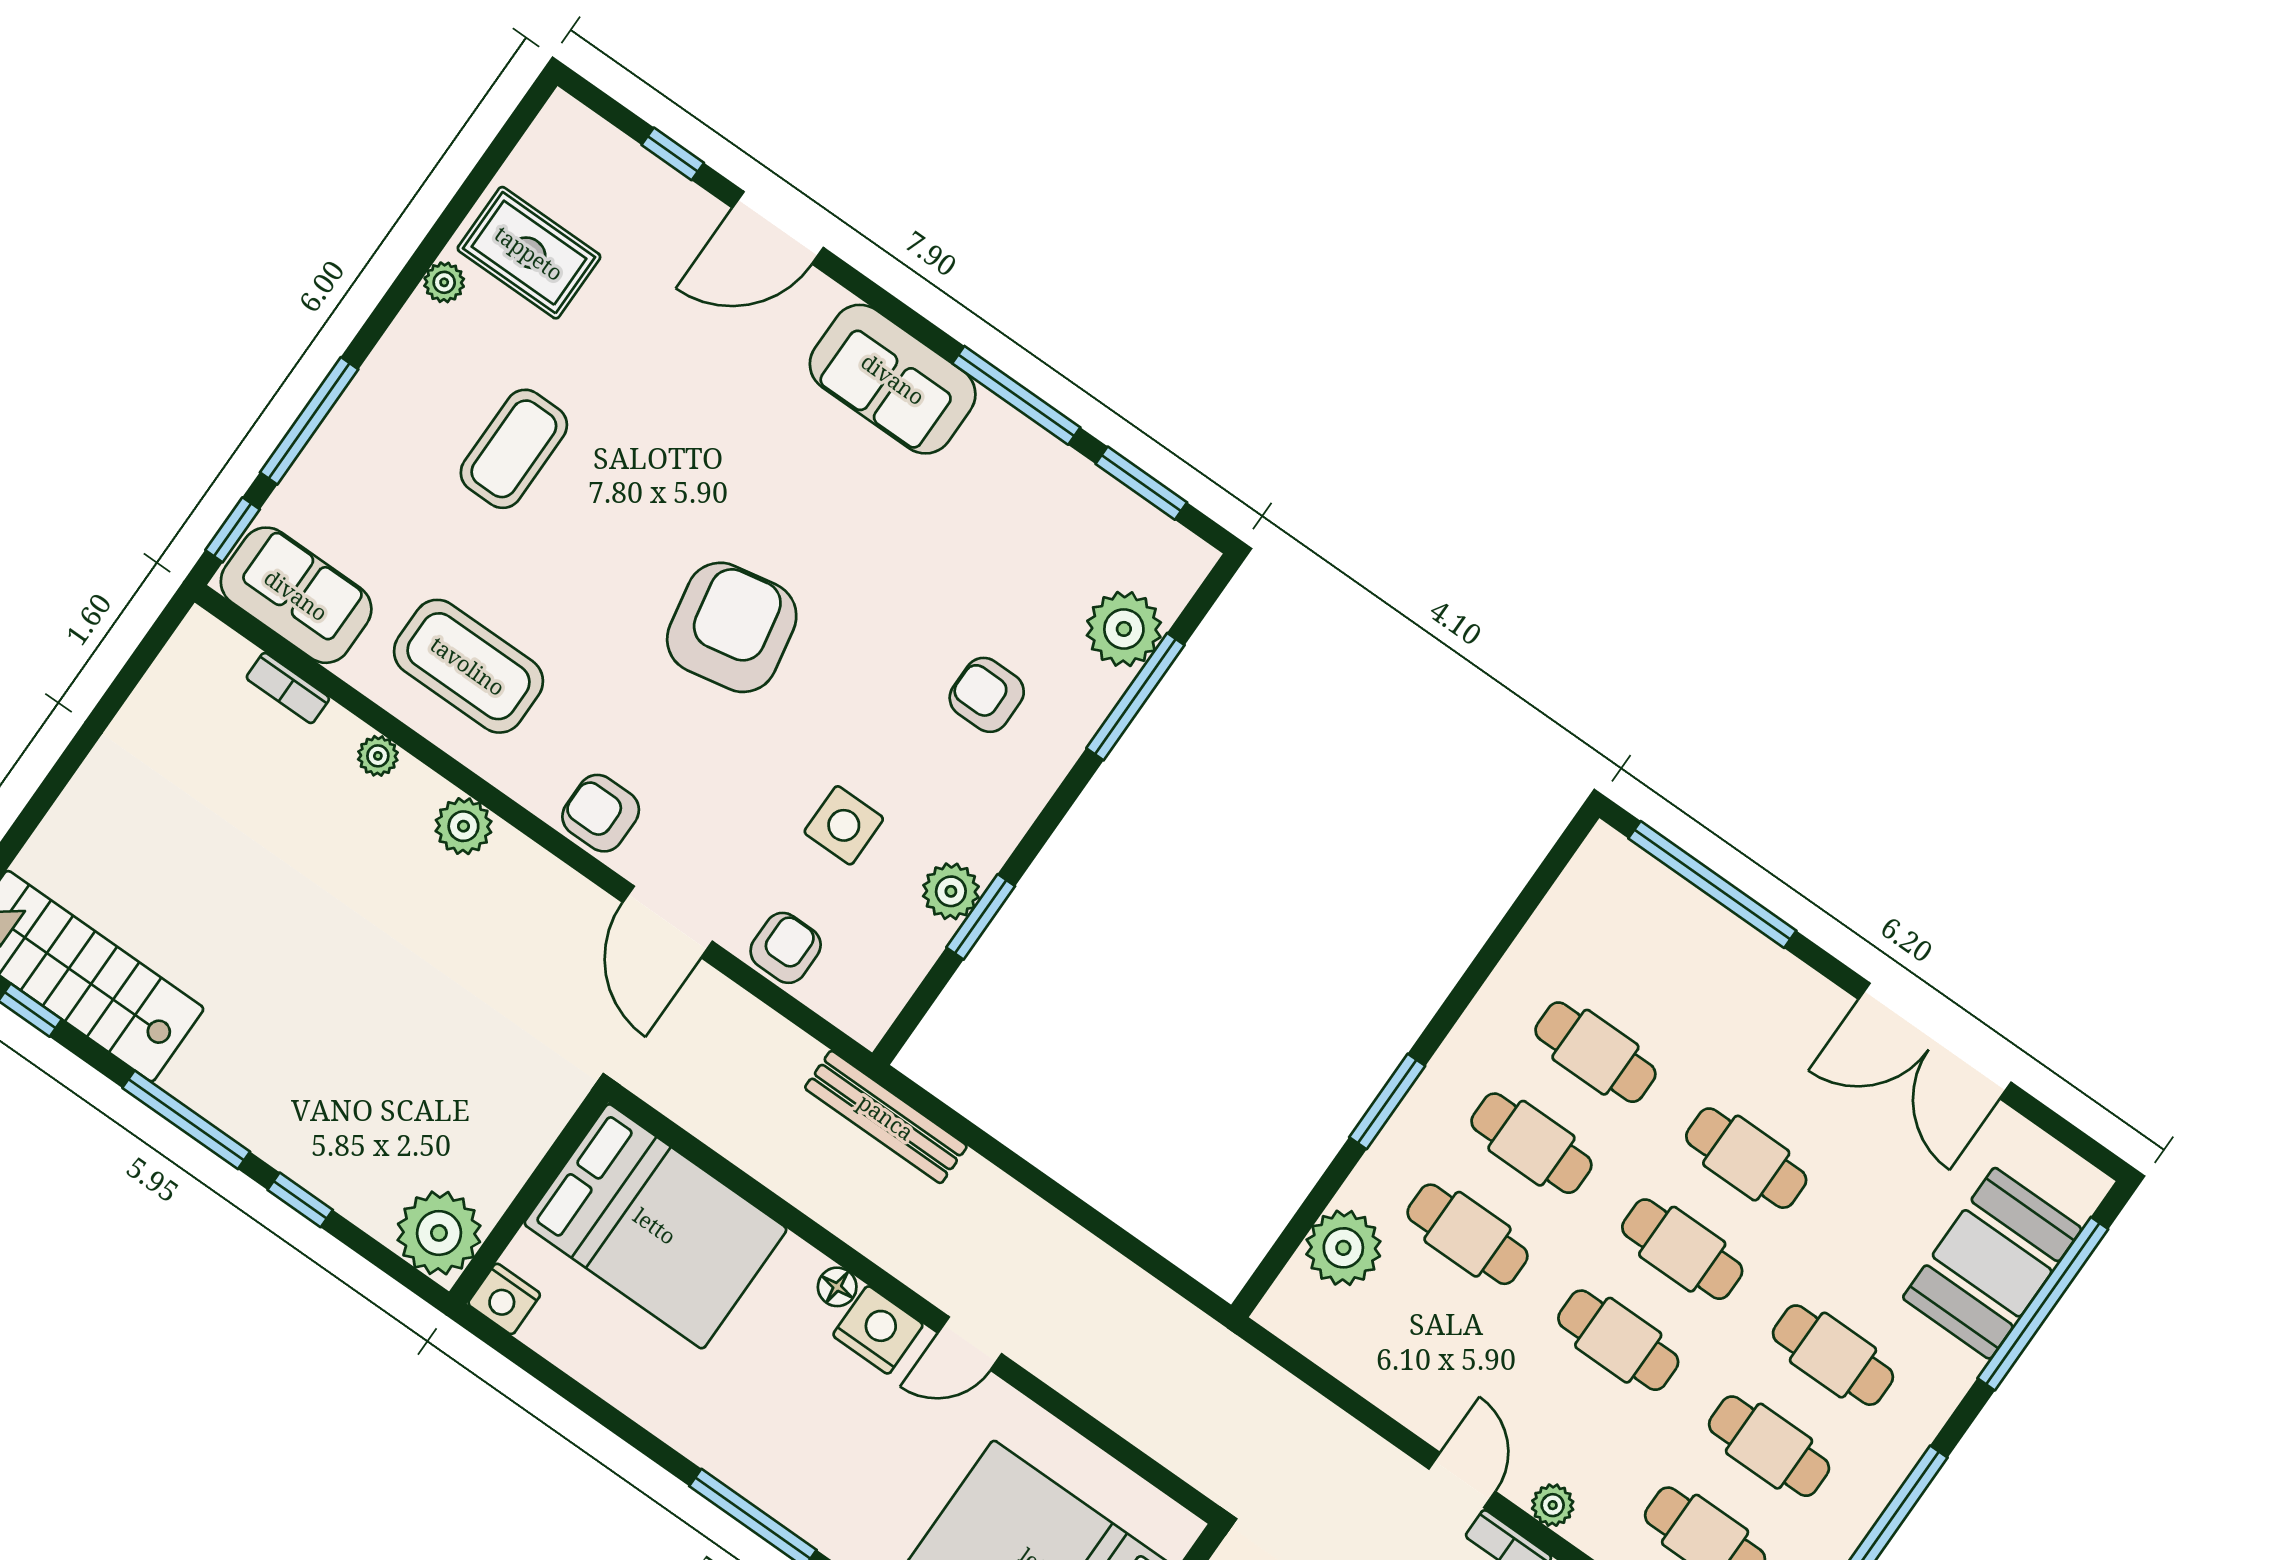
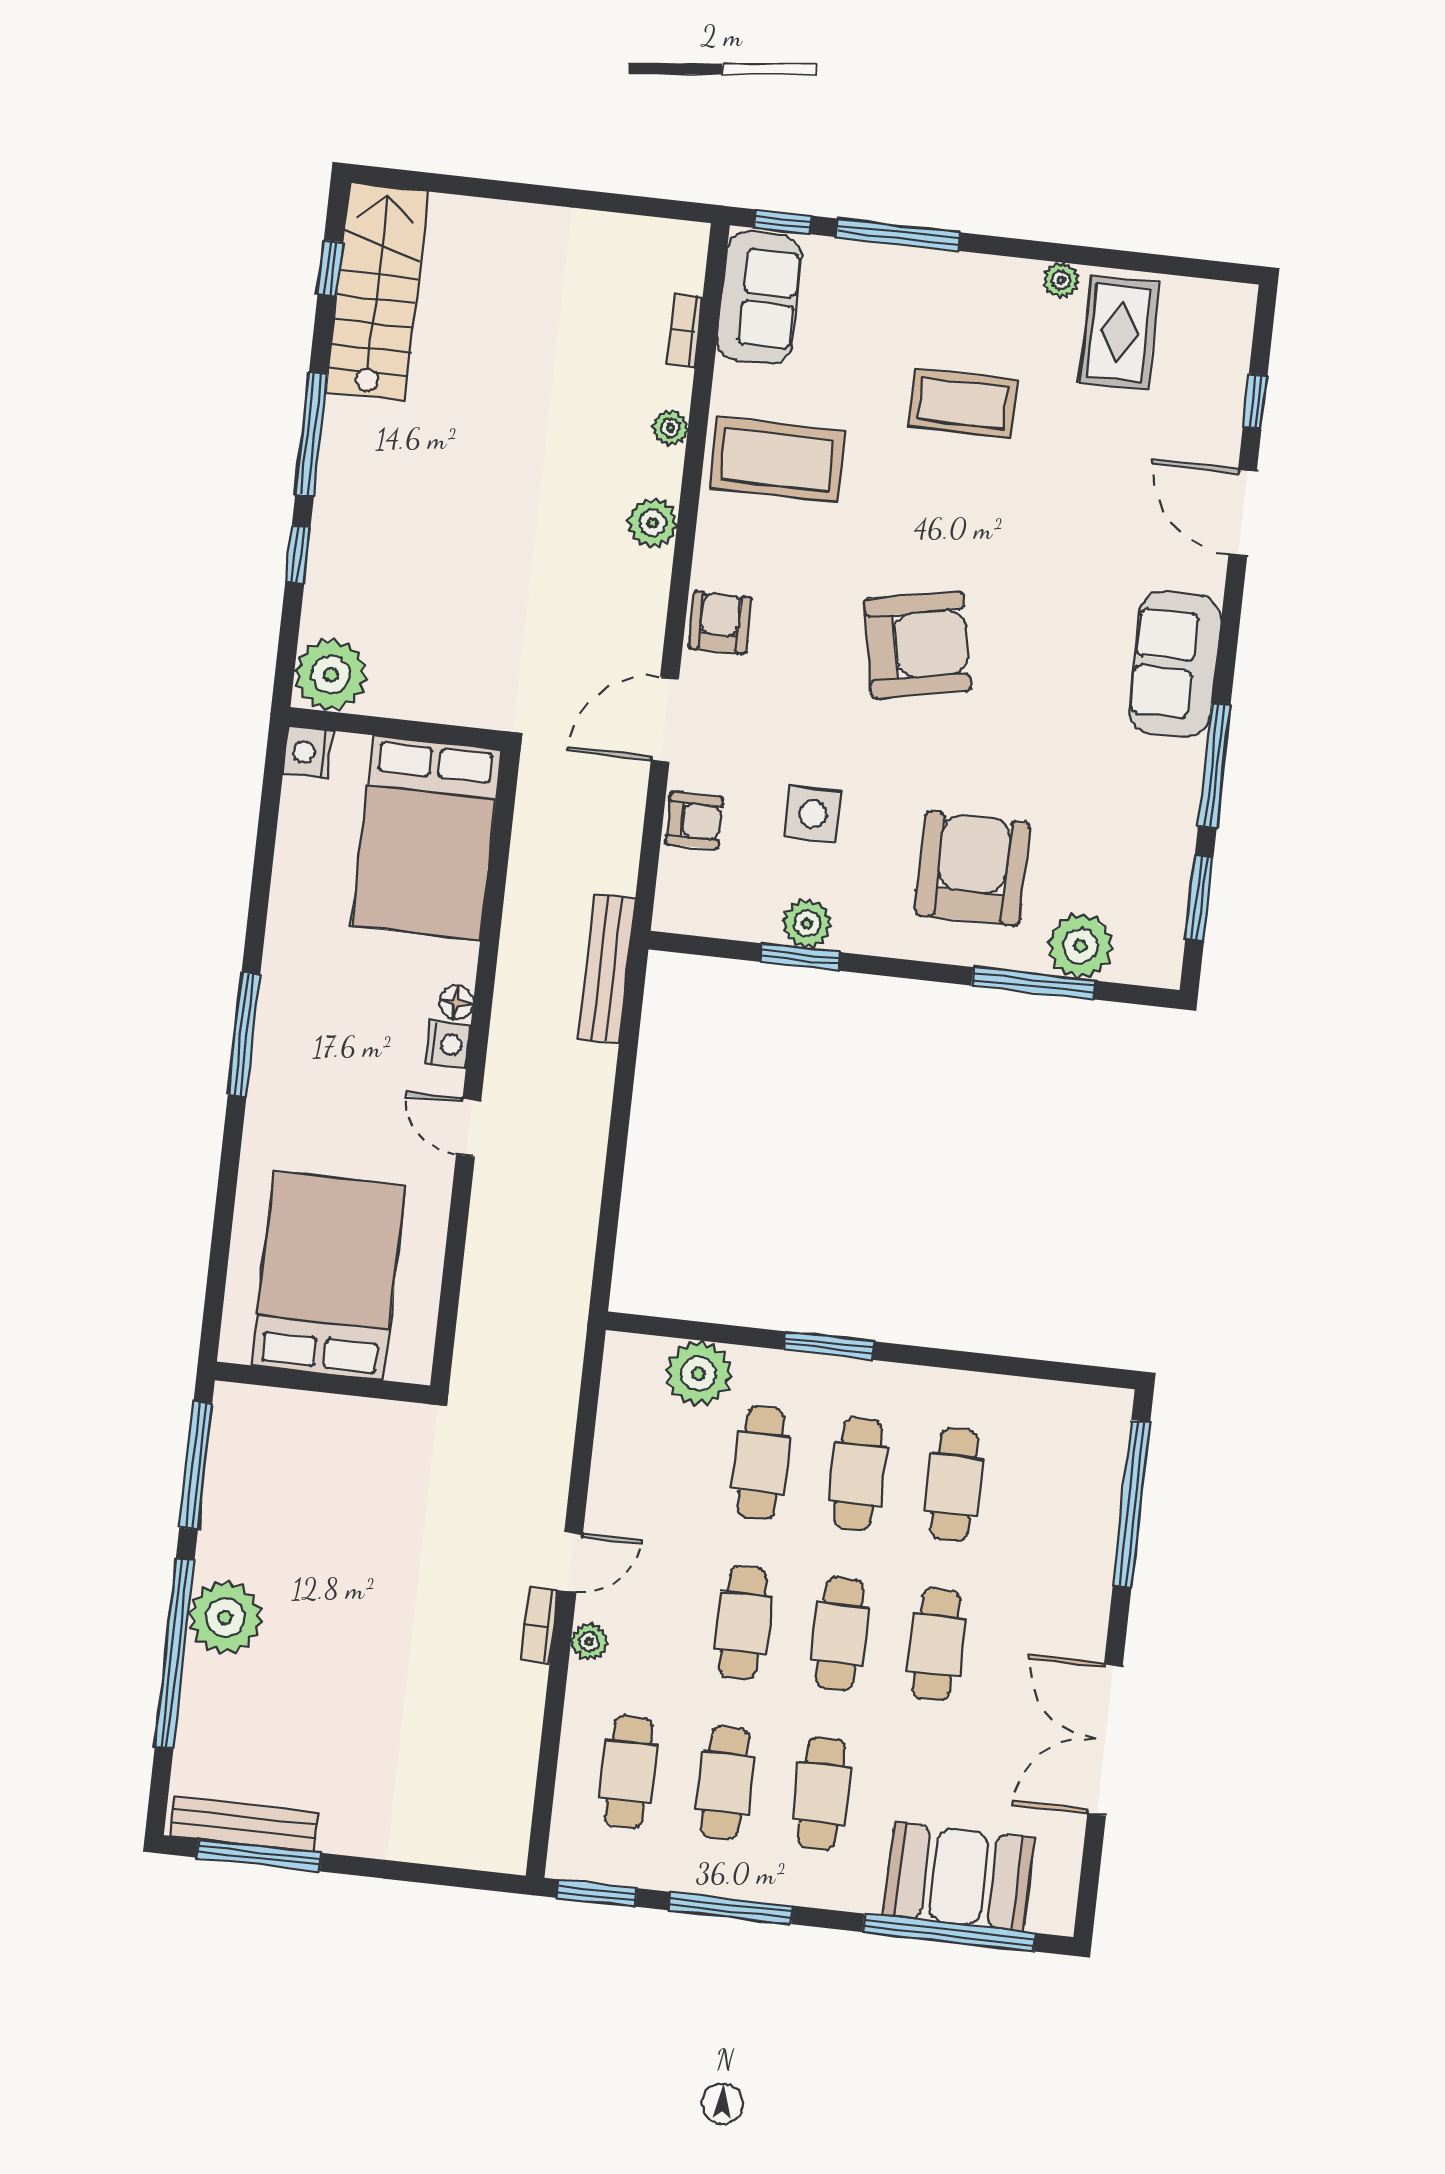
coffee table: (468, 666) -> (777, 460), turned 90
armchair: (987, 695) -> (973, 869), width x1.88, depth x1.88
nightstand: (878, 1330) -> (448, 1044), width x0.74, depth x0.75

